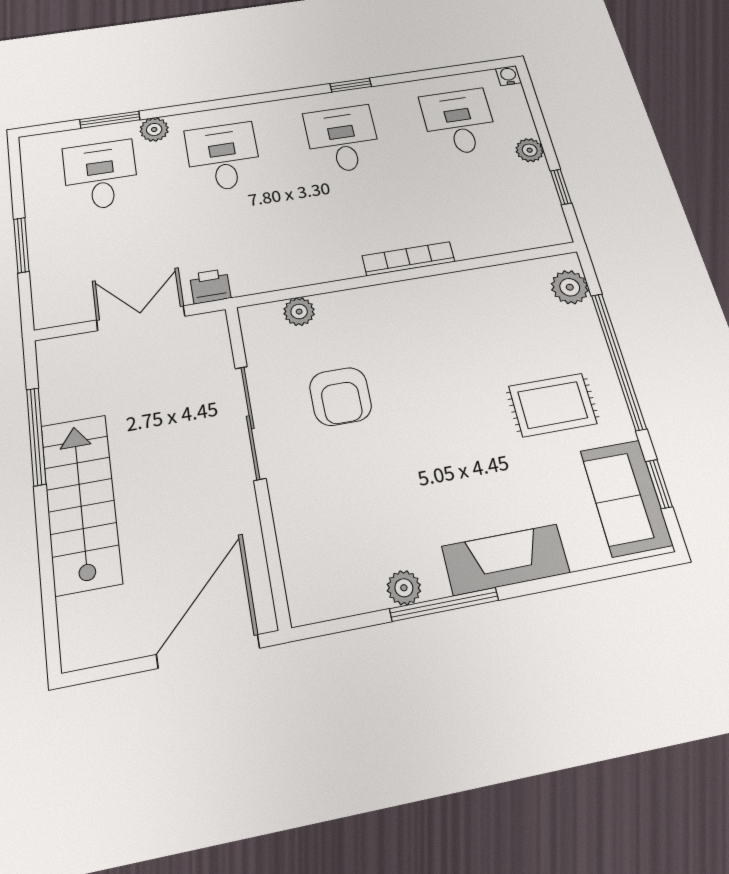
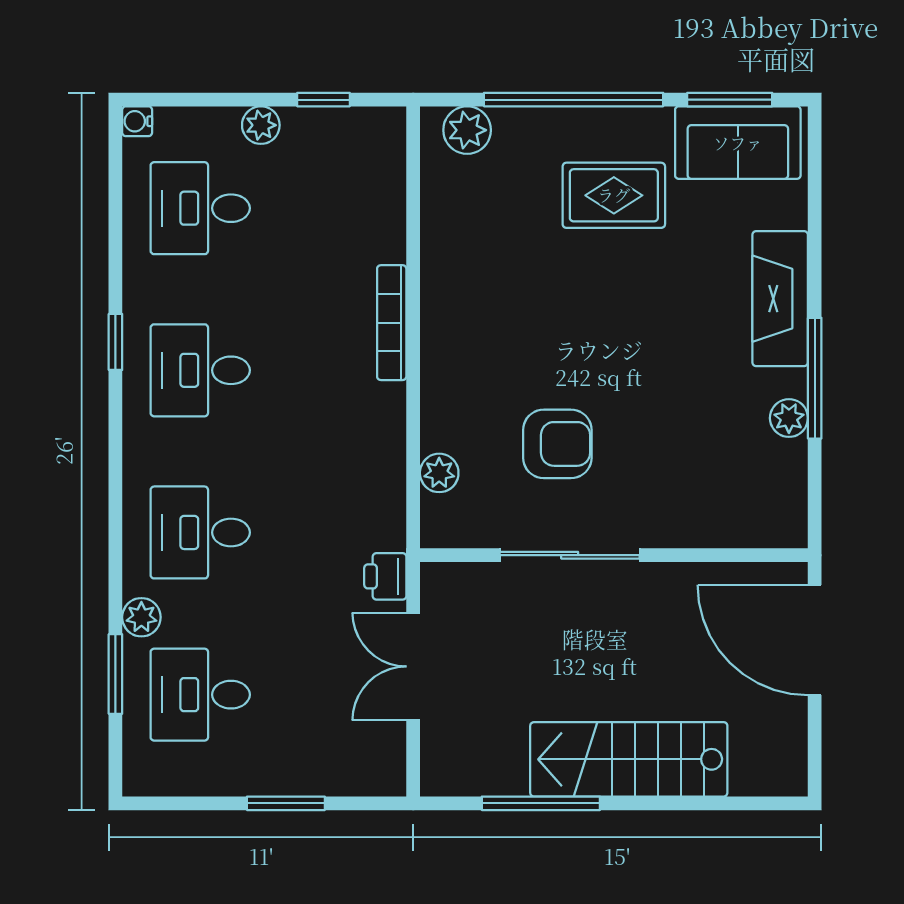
rug: (553, 405) -> (614, 195), turned 90
window: (659, 484) -> (730, 100), width x1.50

